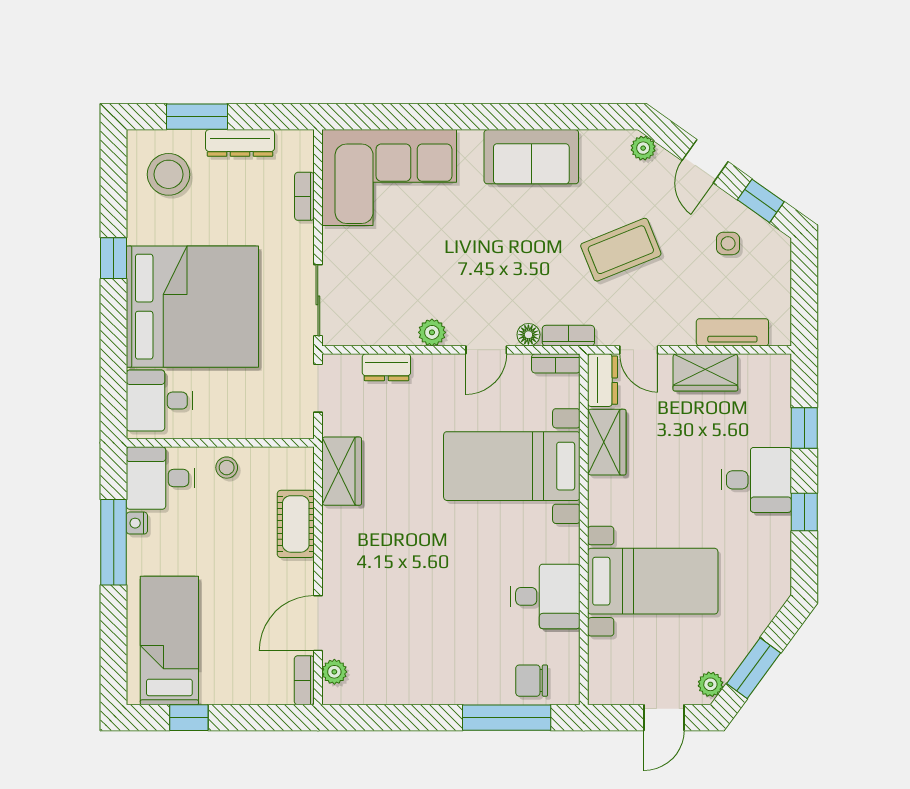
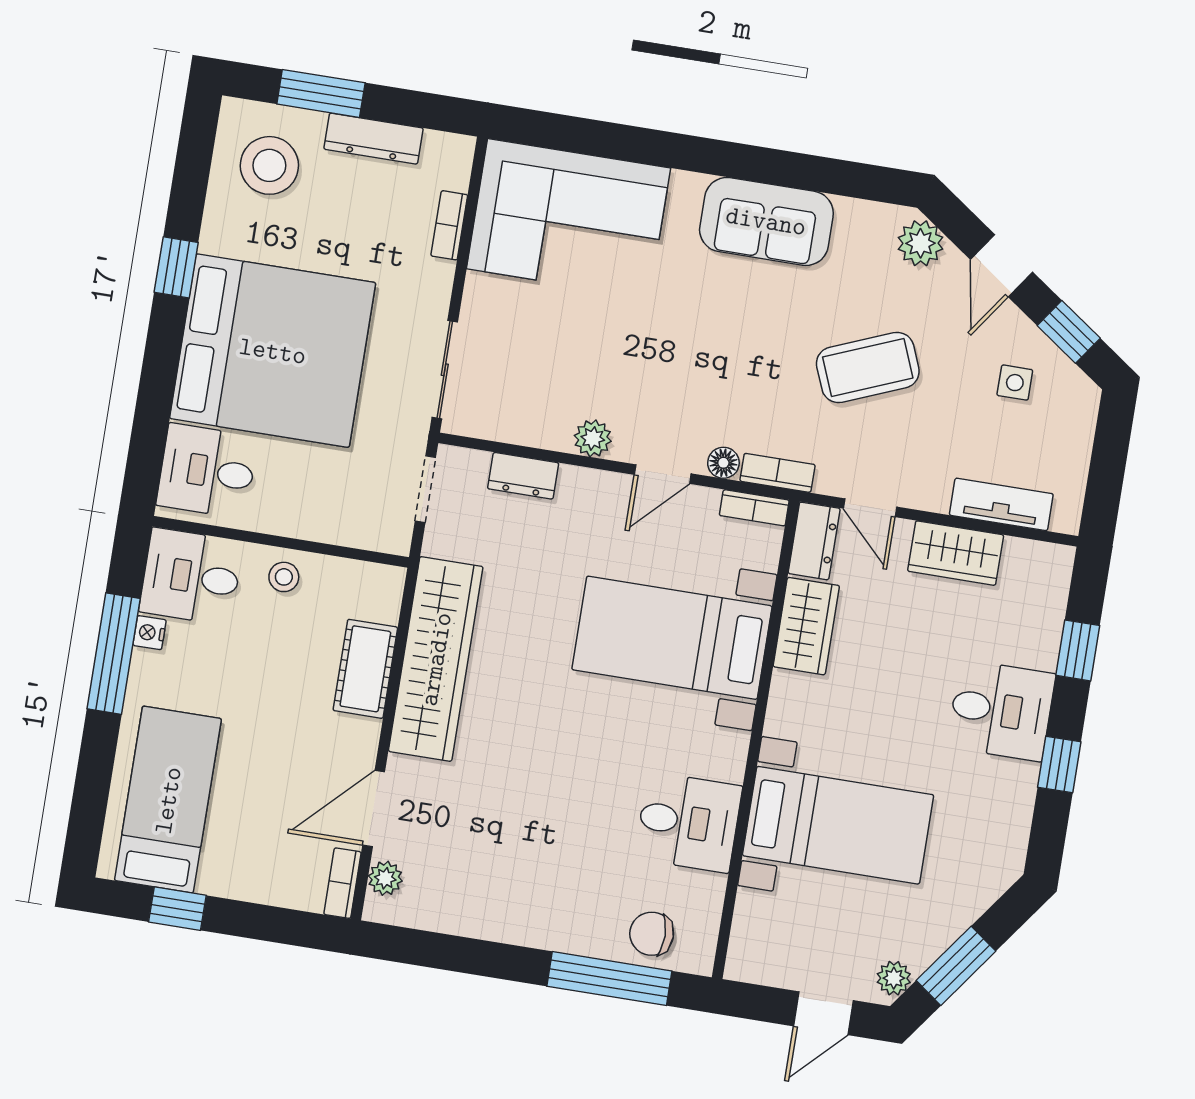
plant: (643, 148) -> (921, 243), width x1.38, depth x1.38
wardrobe: (342, 471) -> (436, 659), width x2.10, depth x1.17

